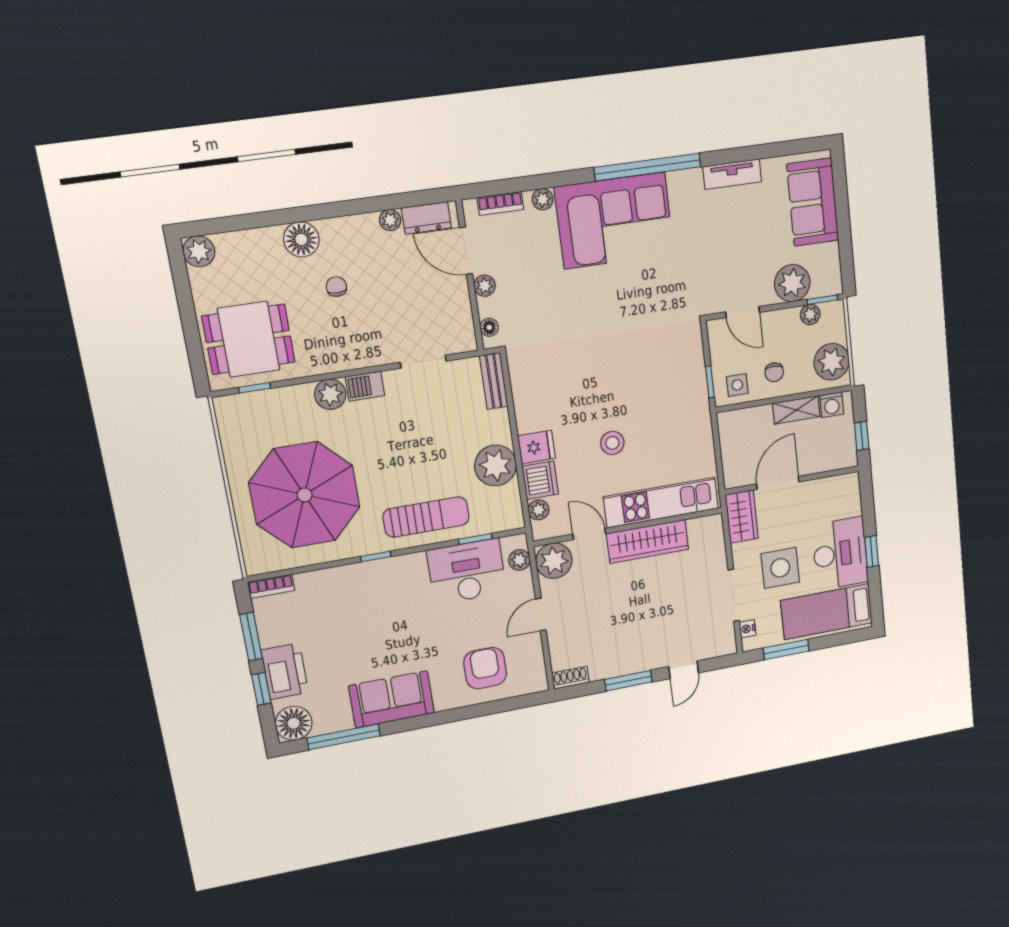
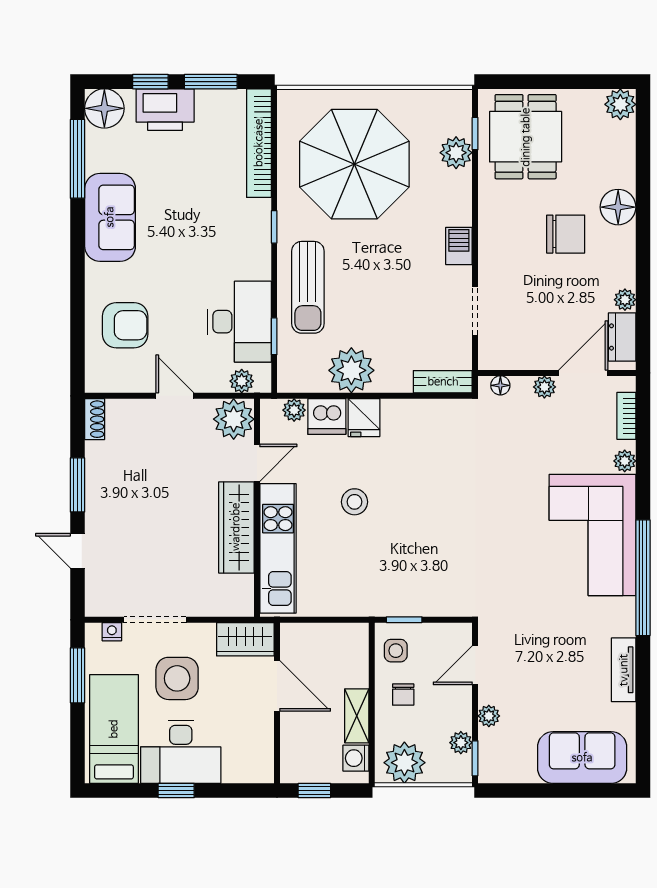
plant: (792, 283) -> (489, 716), width x0.53, depth x0.53
chair: (336, 287) -> (566, 234), width x1.87, depth x1.87
chair: (774, 372) -> (403, 695), turned -90
plant: (330, 394) -> (456, 153), moved
bookcase: (271, 586) -> (259, 143), width x2.31, depth x1.31

